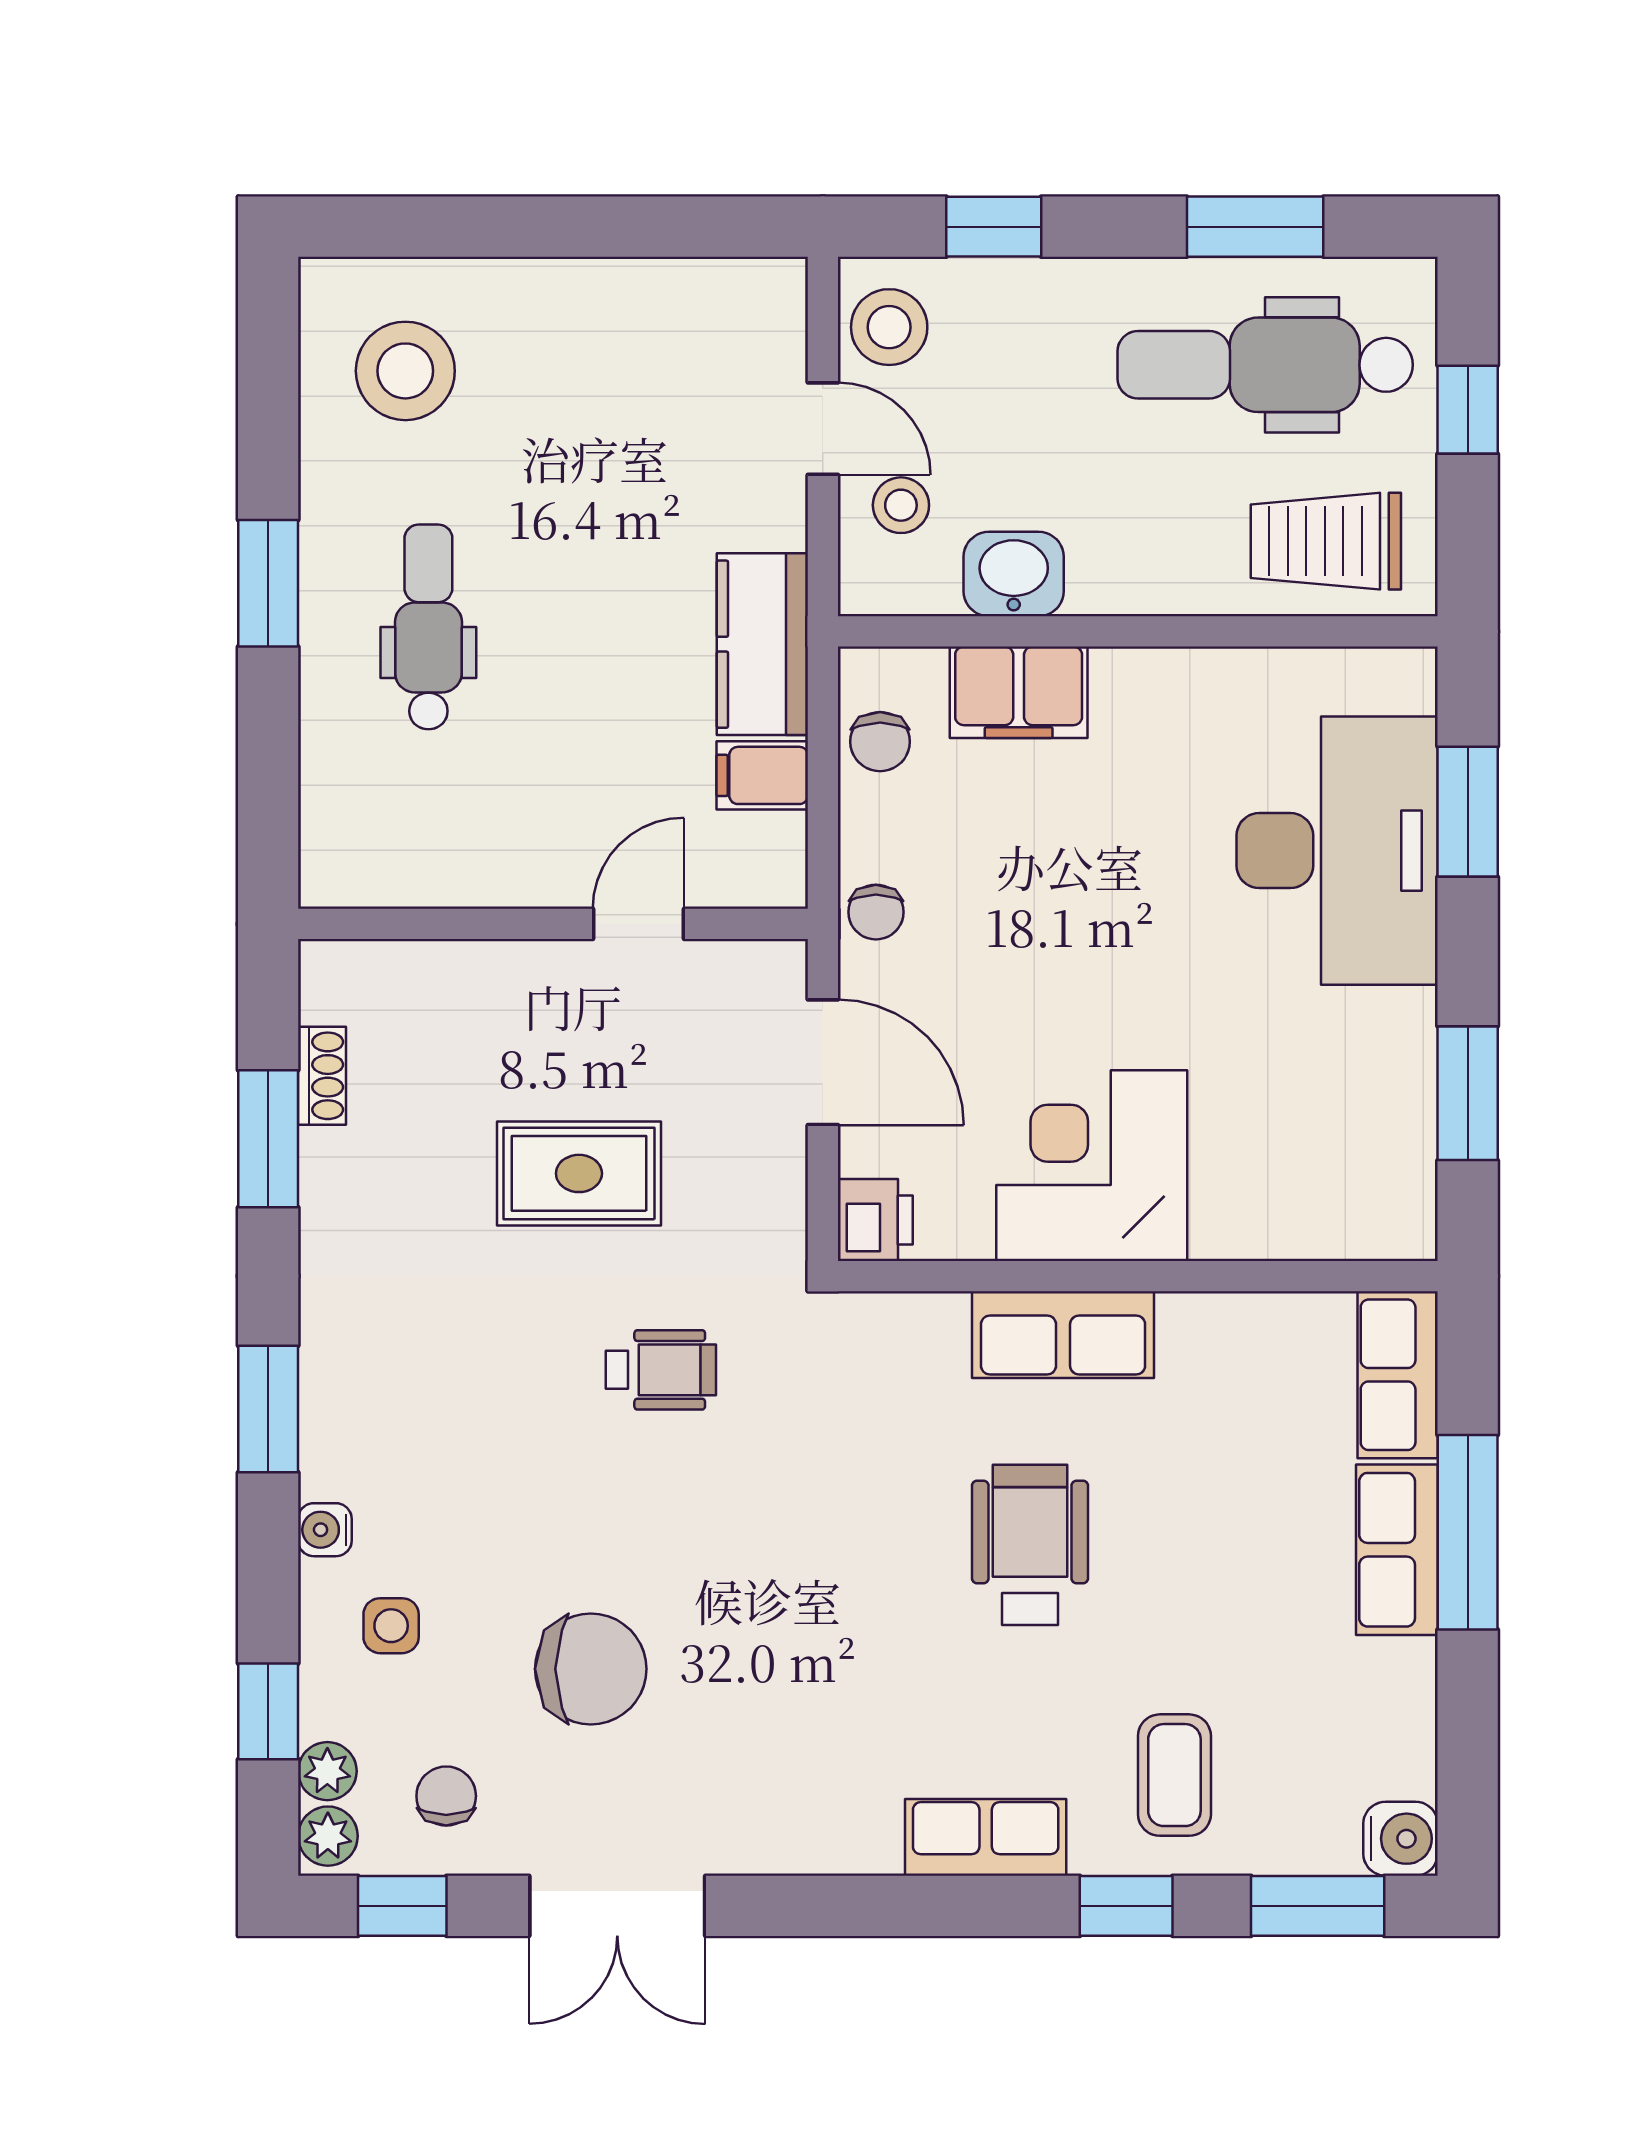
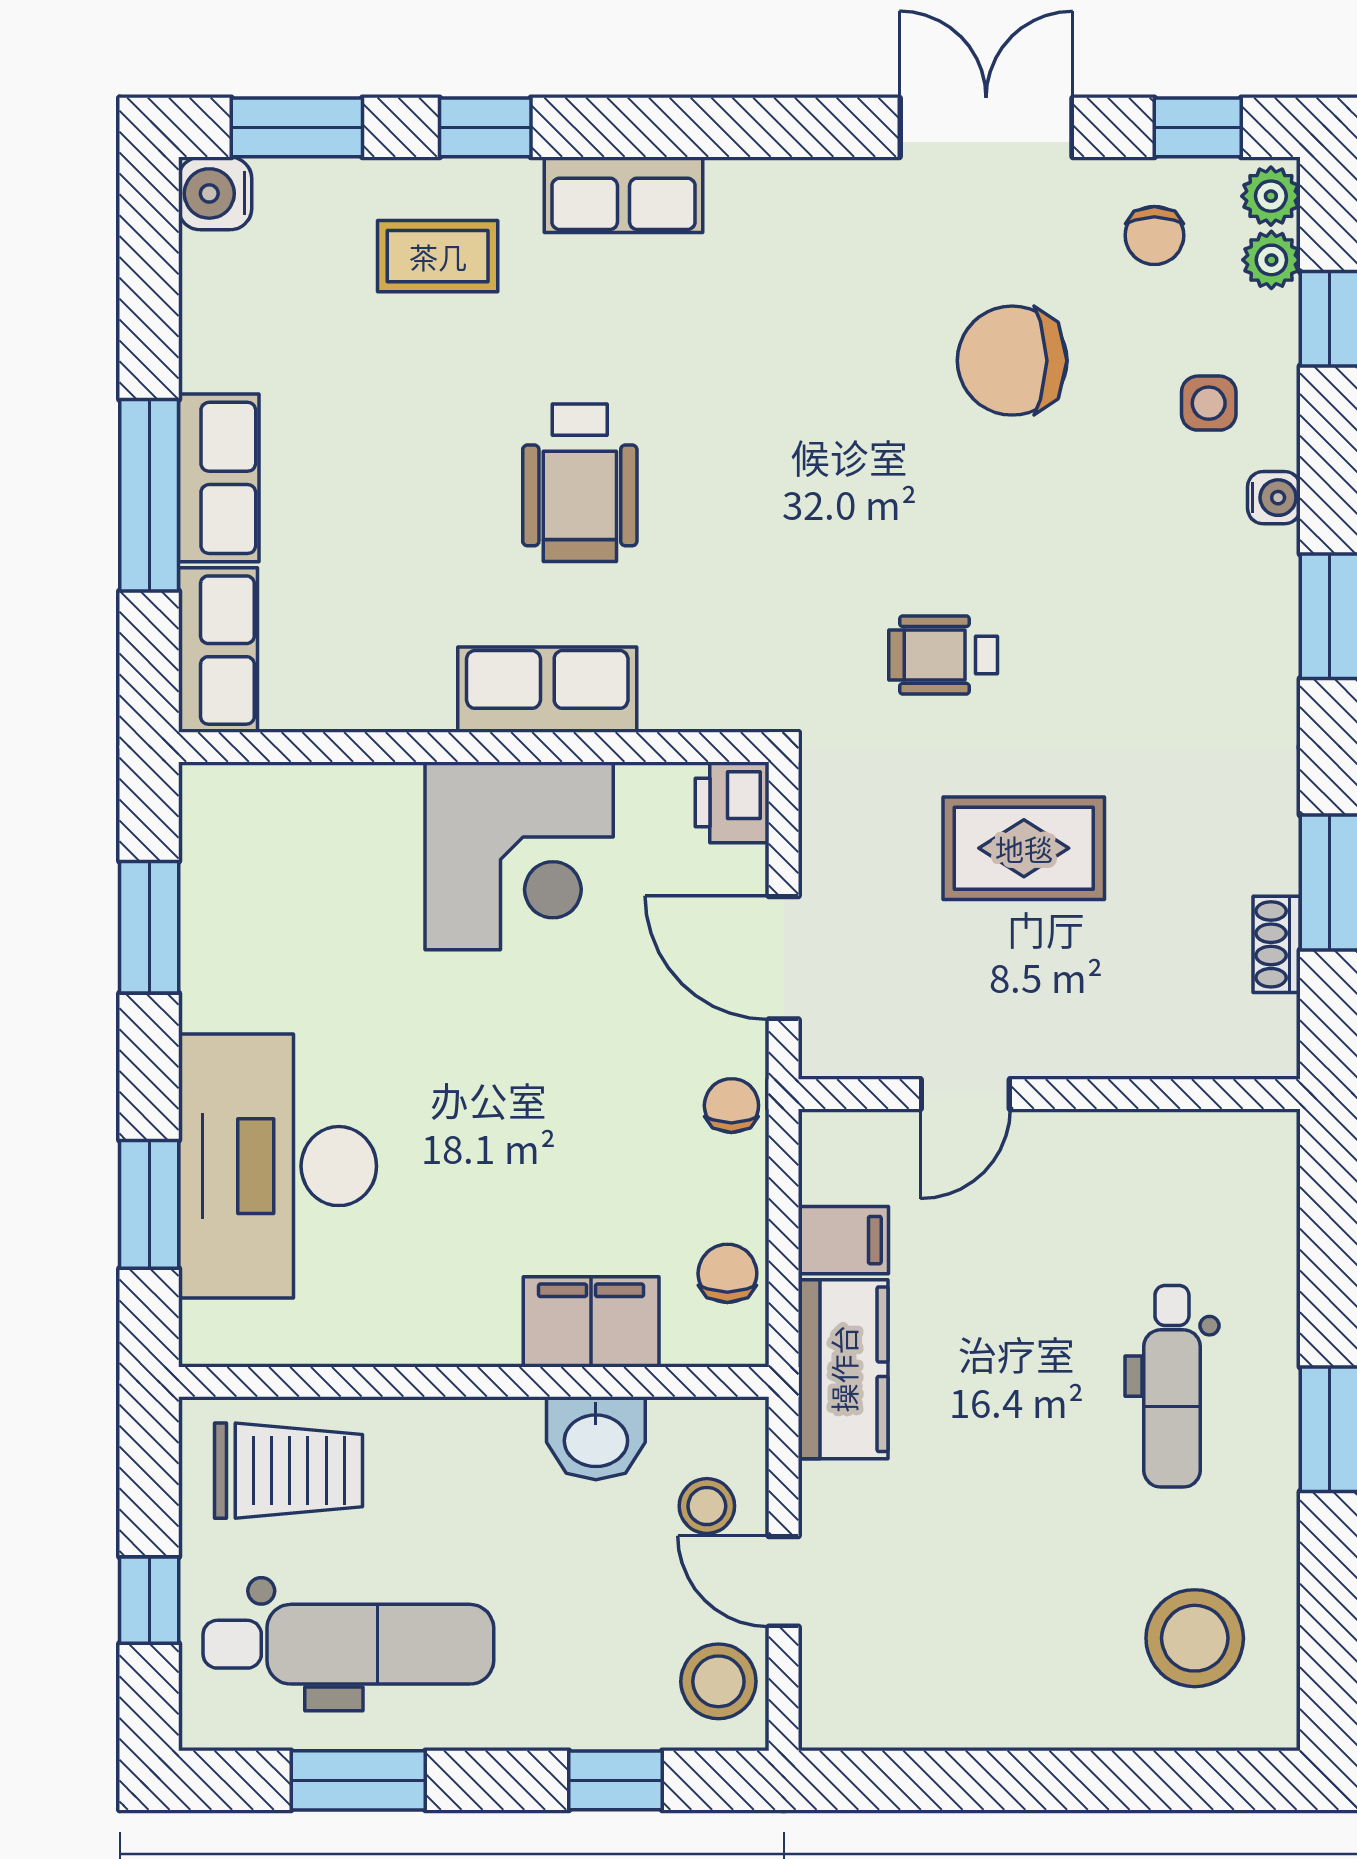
coffee table: (1174, 1775) -> (438, 256), turned 90

